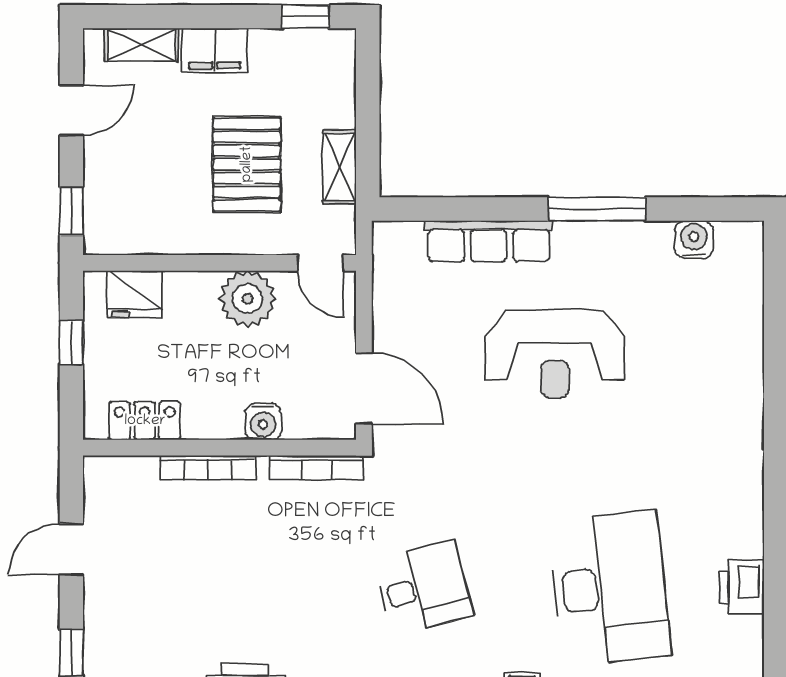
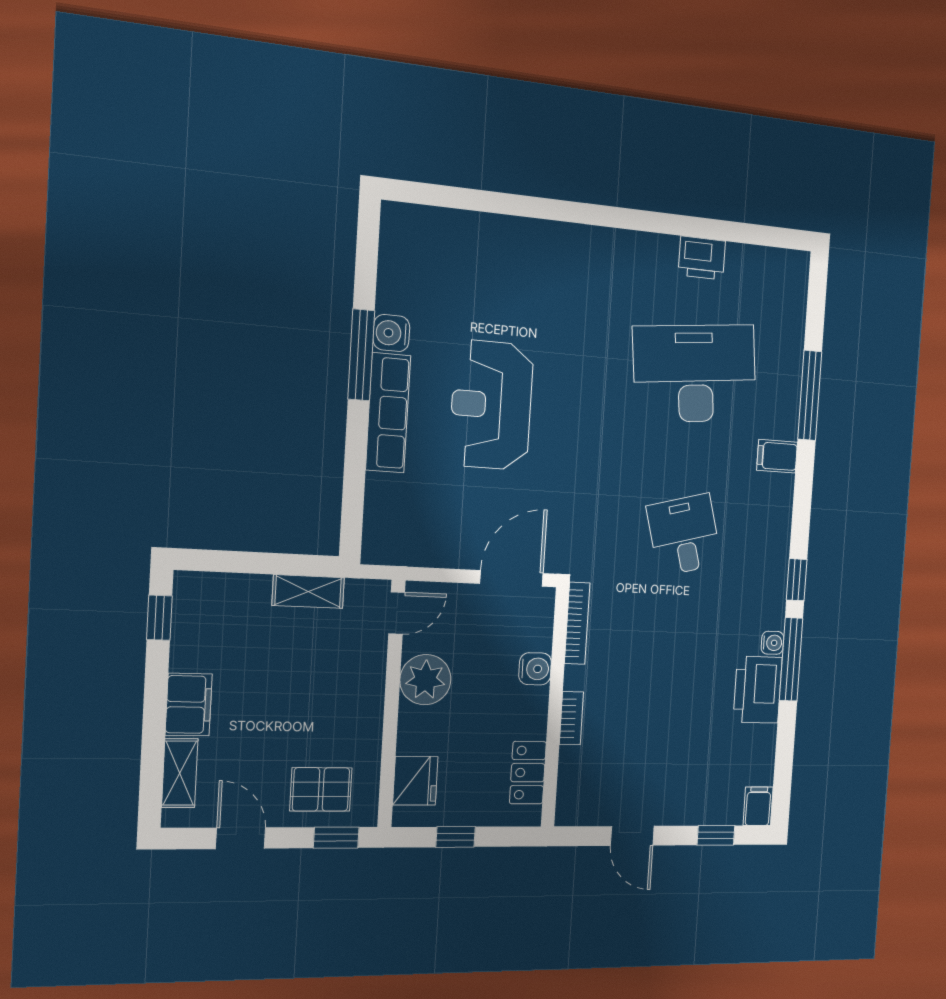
pallet: (247, 164) -> (321, 789), moved, width x0.67, depth x0.71
water cooler: (694, 240) -> (391, 333), moved
row of seats: (489, 241) -> (388, 413), moved
reception desk: (555, 354) -> (491, 405), turned 180
bookcase: (208, 468) -> (571, 718), width x0.64

